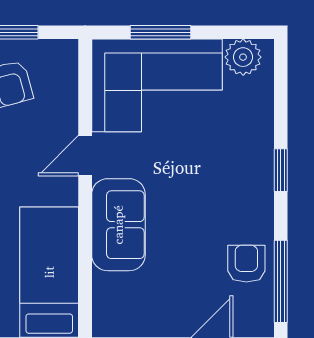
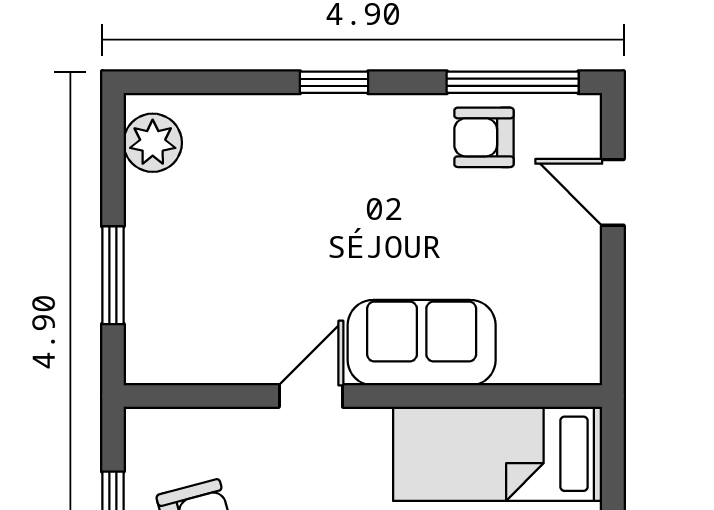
corner sofa: (157, 85) -> (198, 281), removed
door: (85, 156) -> (311, 396), swing flipped

